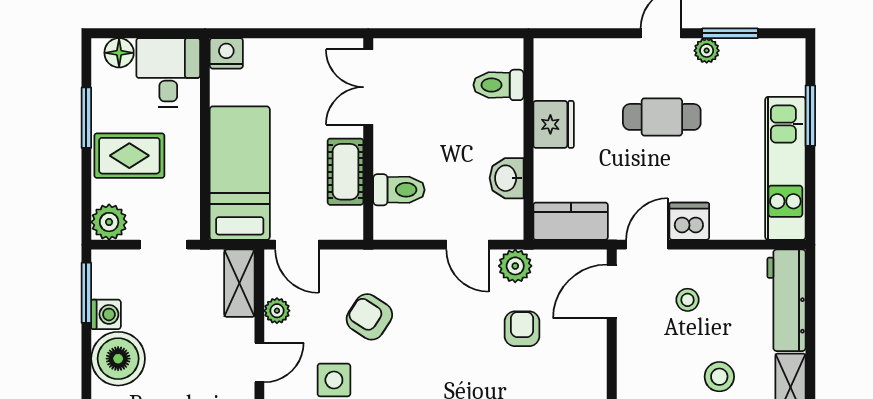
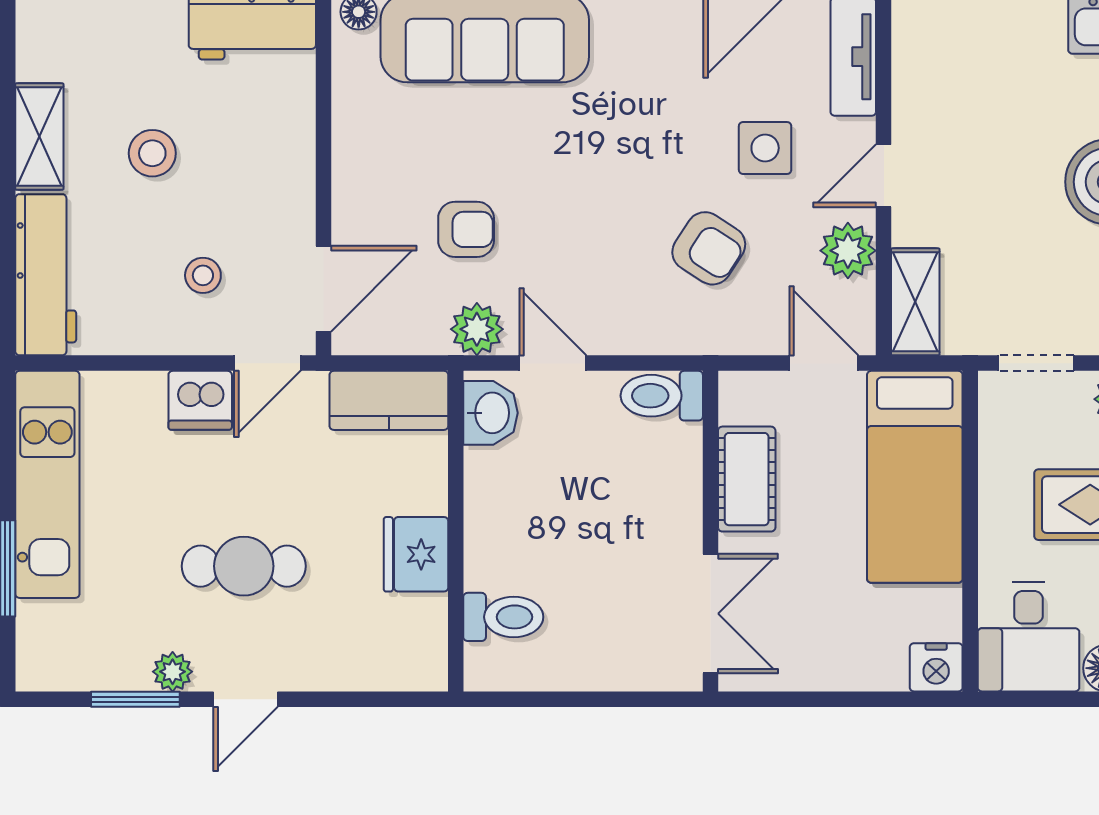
washbasin: (507, 178) -> (491, 413), moved
toilet: (399, 190) -> (662, 396), moved
plant: (277, 311) -> (848, 251), width x1.38, depth x1.38
armchair: (522, 329) -> (466, 229), turned -90

